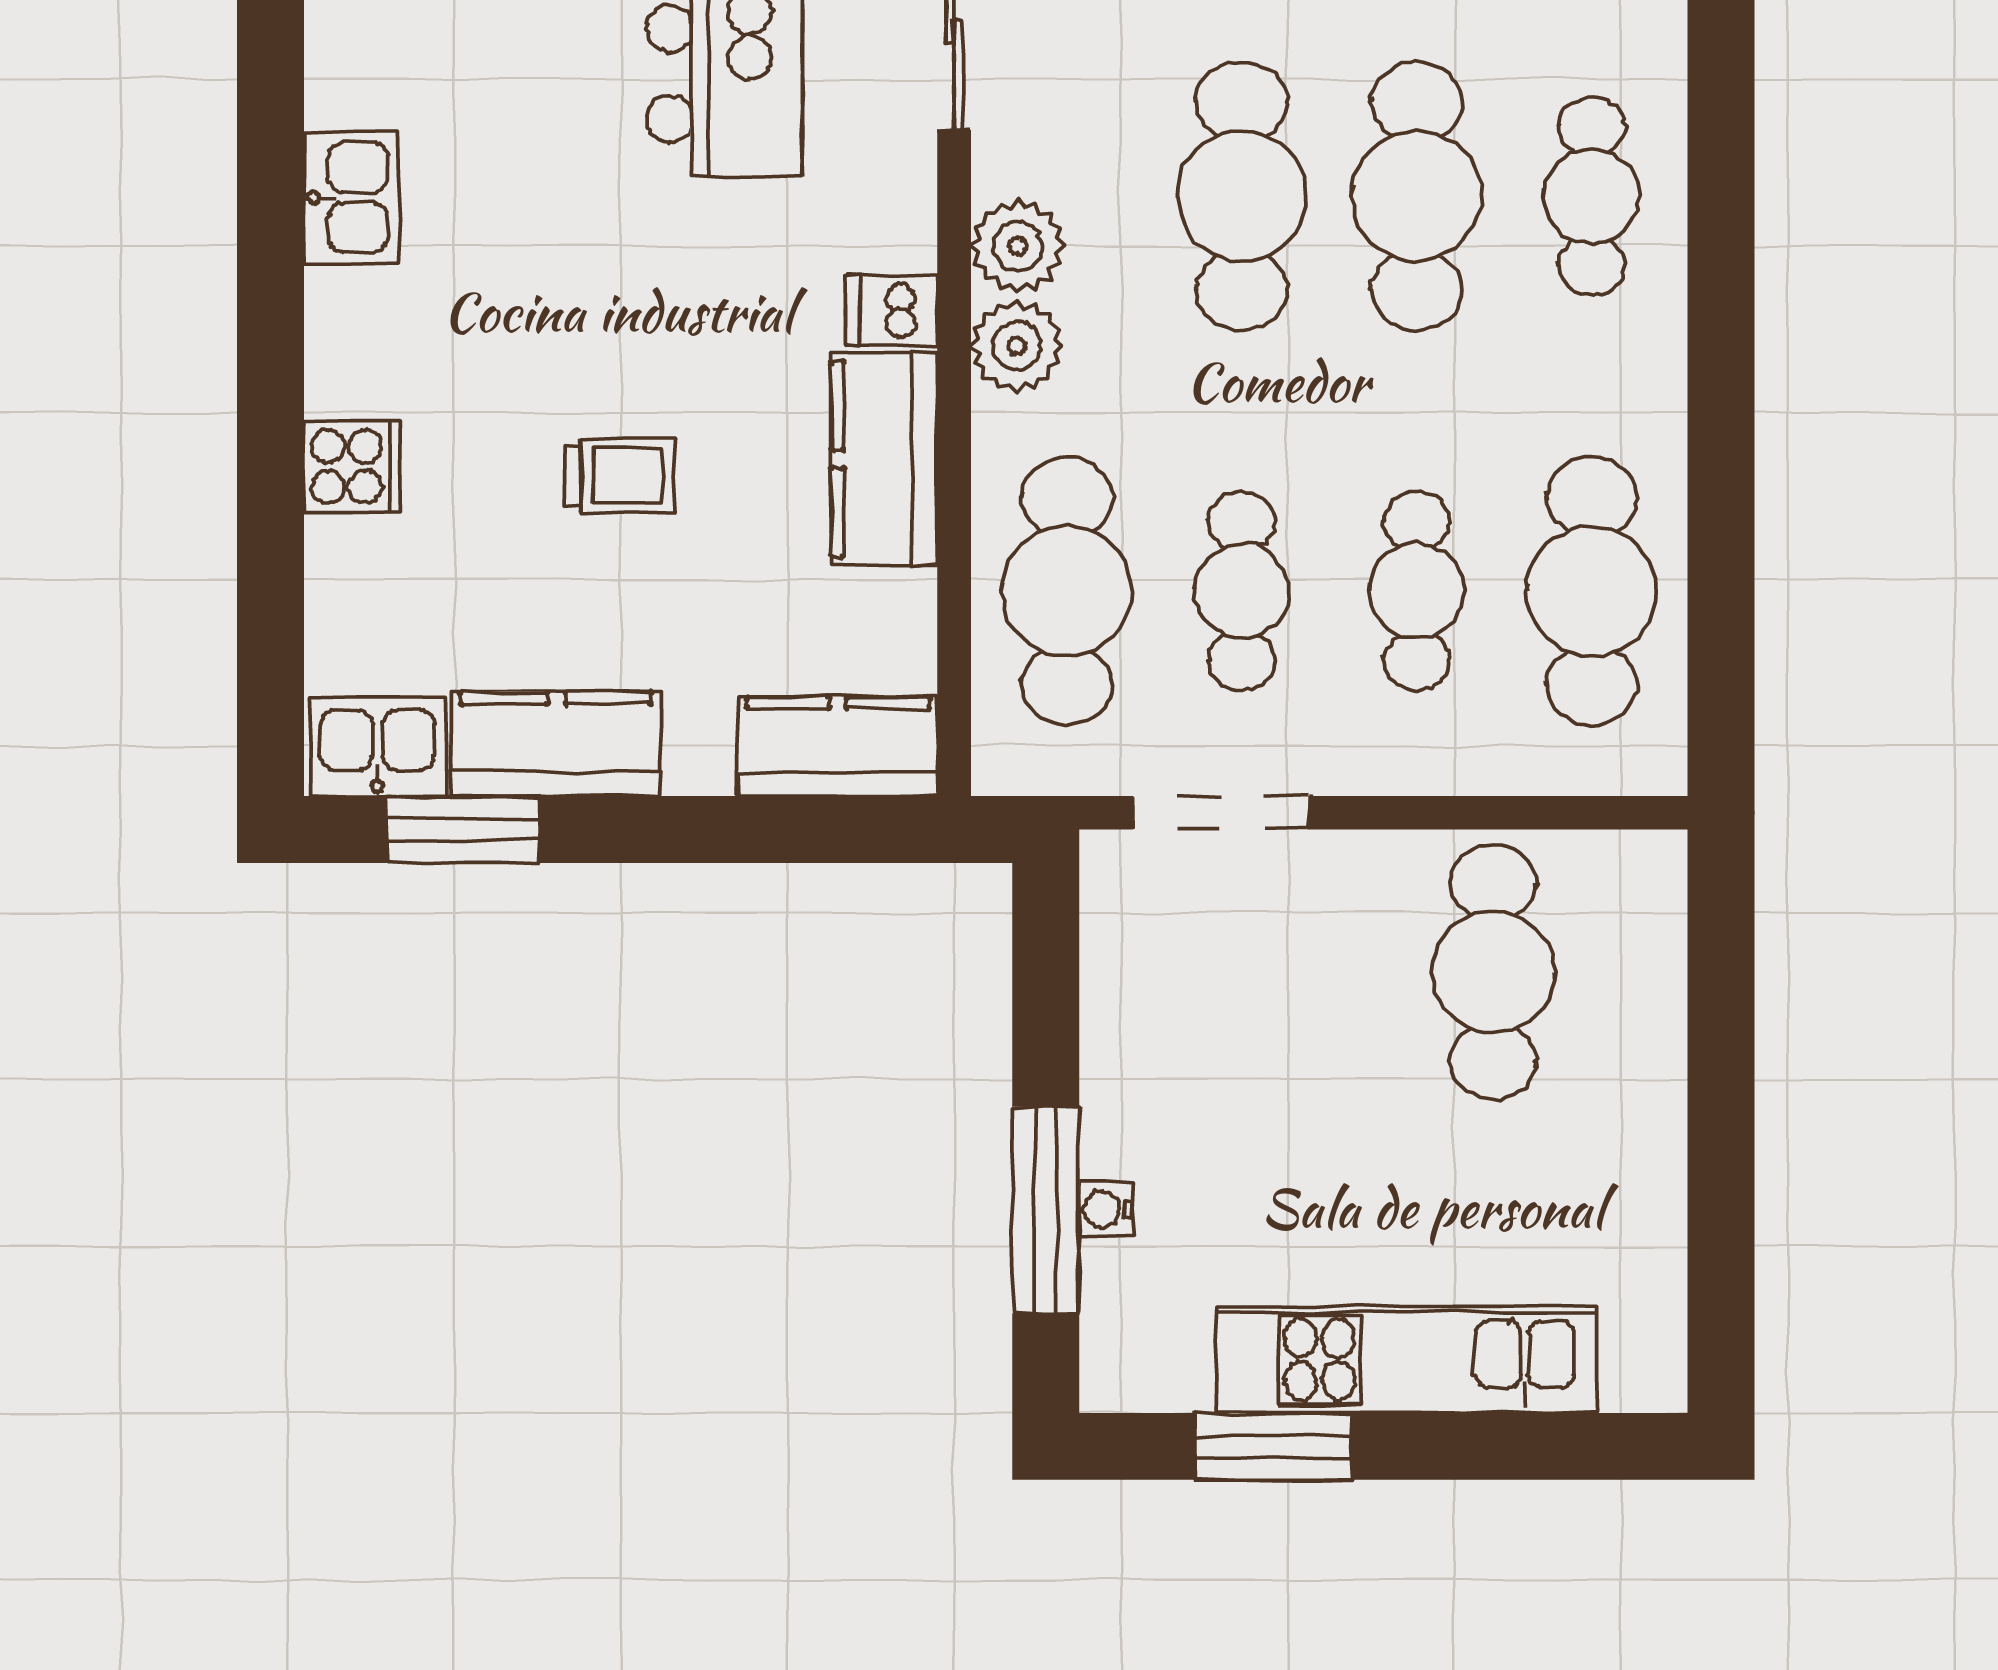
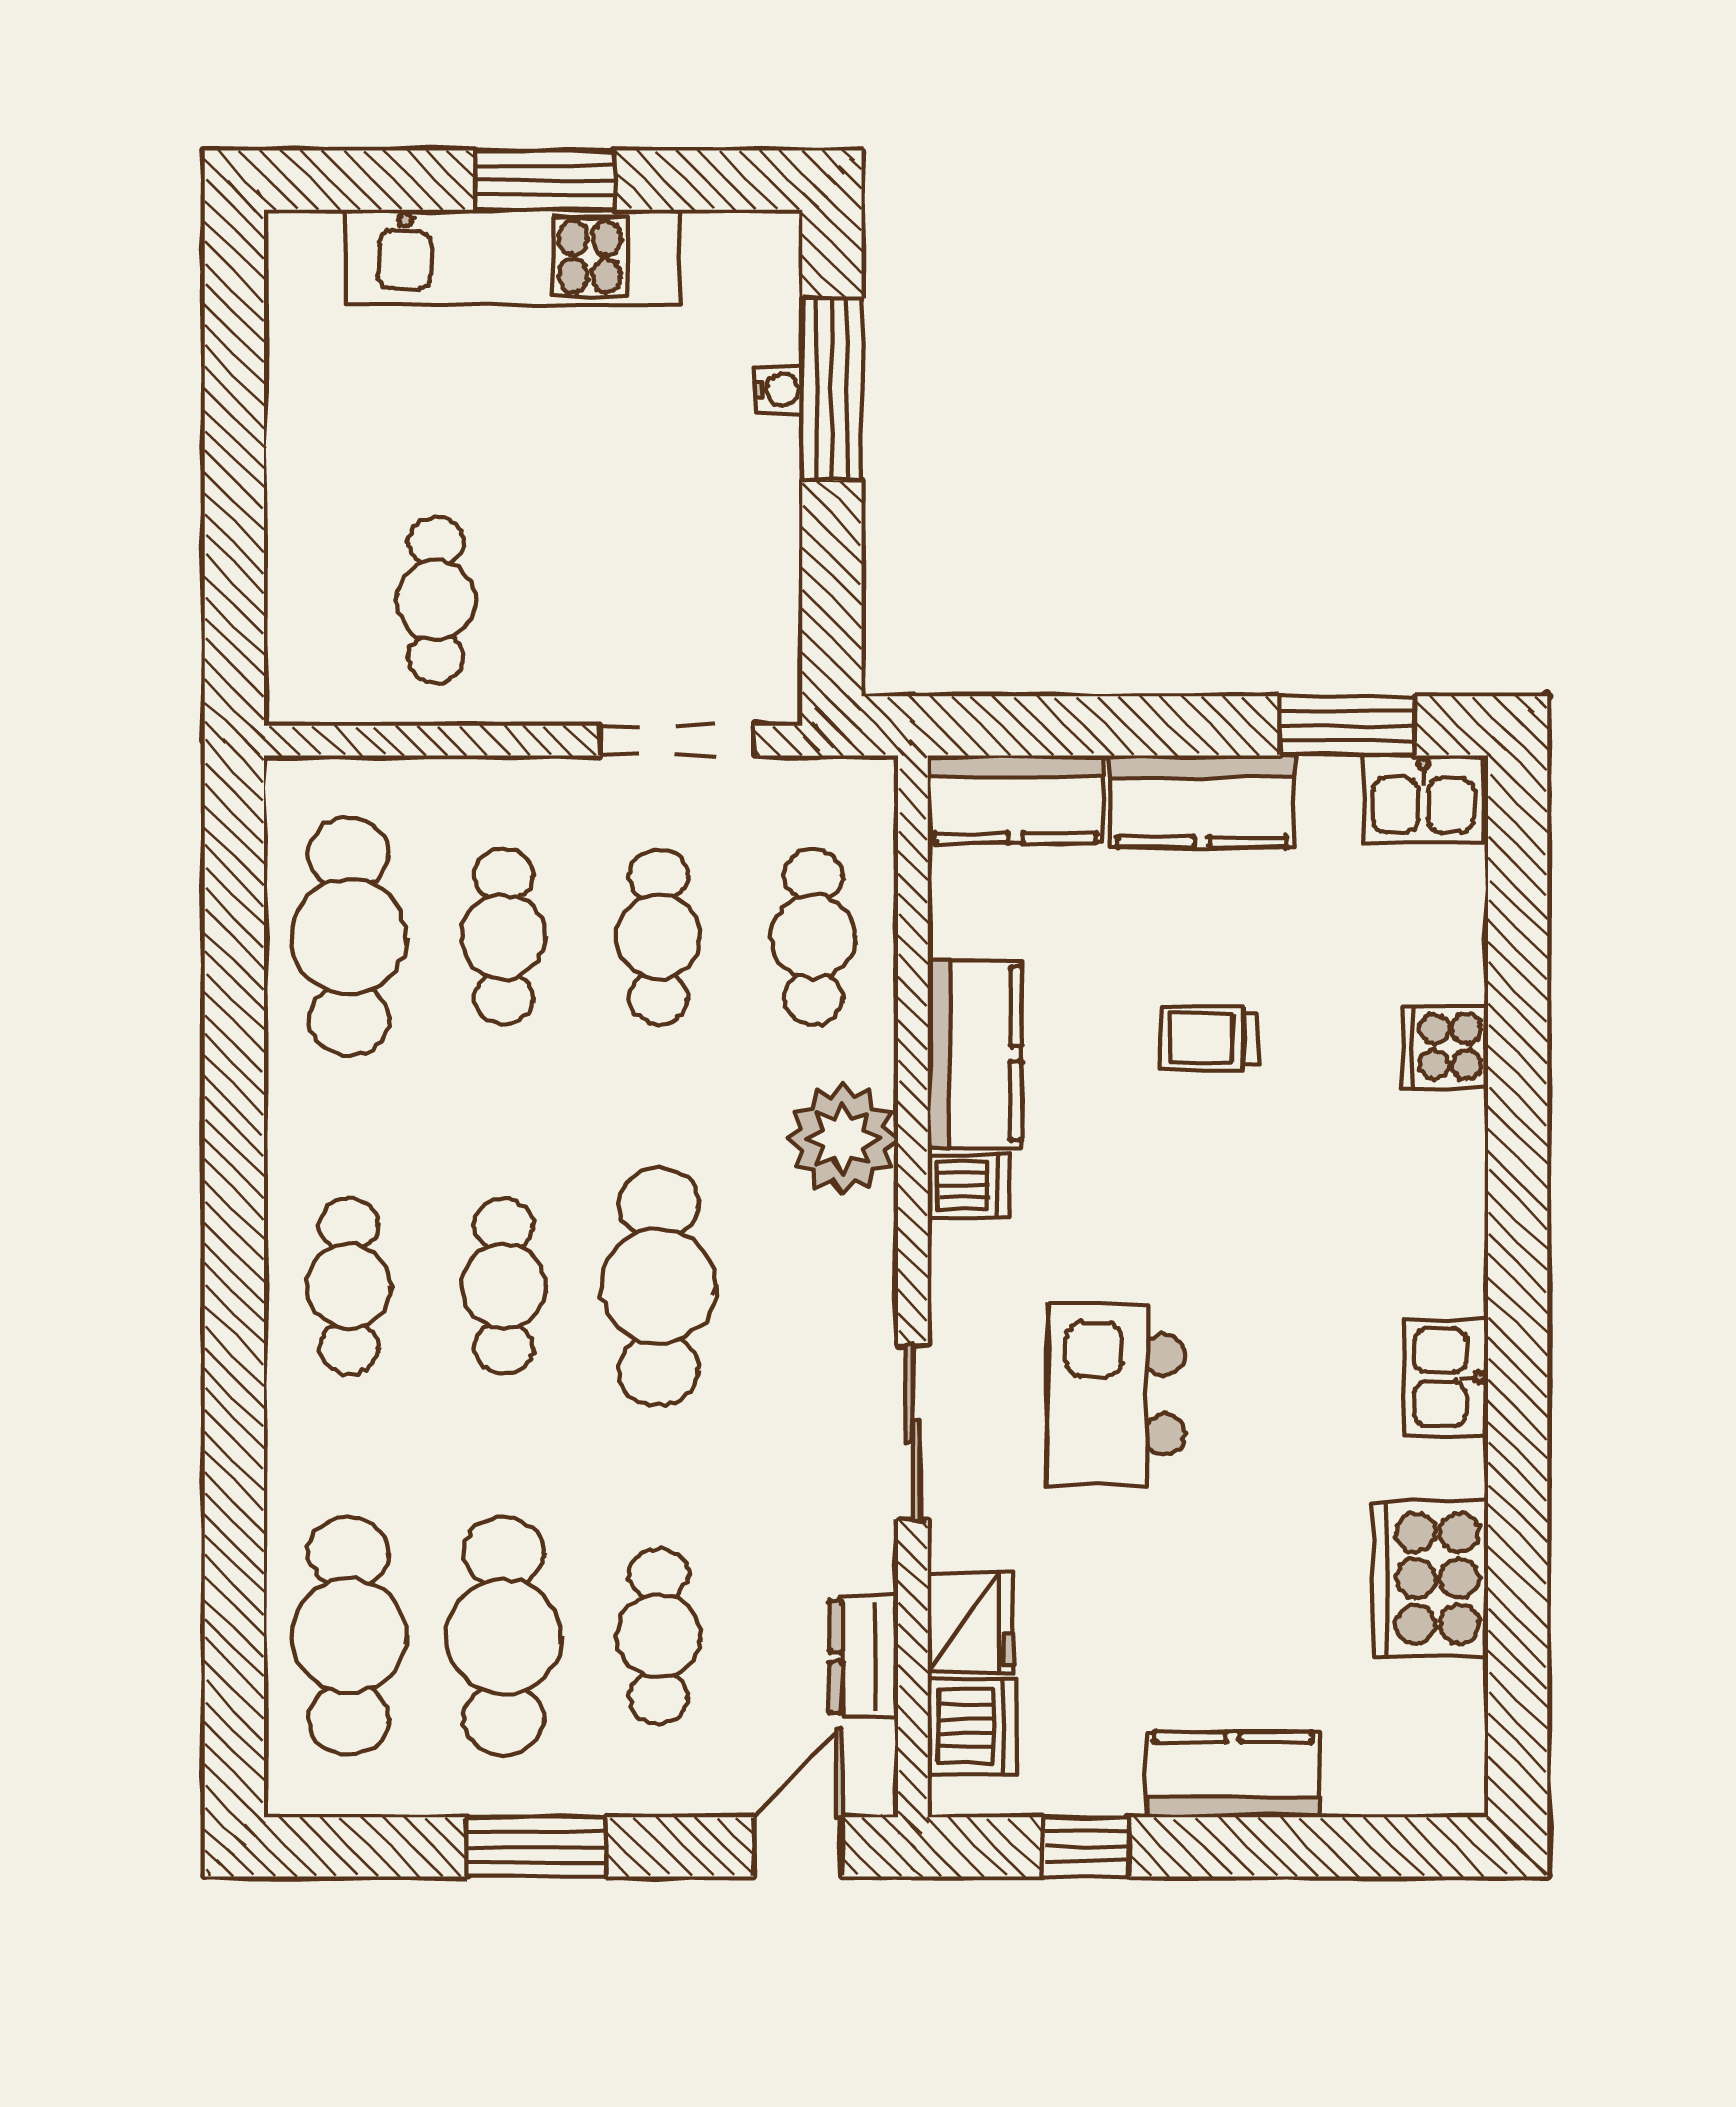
cafe table: (1417, 196) -> (504, 1286), width x0.73, depth x0.74
kitchen sink: (351, 197) -> (1446, 1377), moved
plant: (1018, 246) -> (857, 1242), removed
plant: (1017, 346) -> (843, 1139), width x1.36, depth x1.36
cafe table: (1067, 591) -> (813, 937), width x0.73, depth x0.74
kitchen counter: (556, 744) -> (1202, 801), moved
cafe table: (1493, 972) -> (436, 600), width x0.73, depth x0.74
window: (1273, 1446) -> (545, 180), moved

